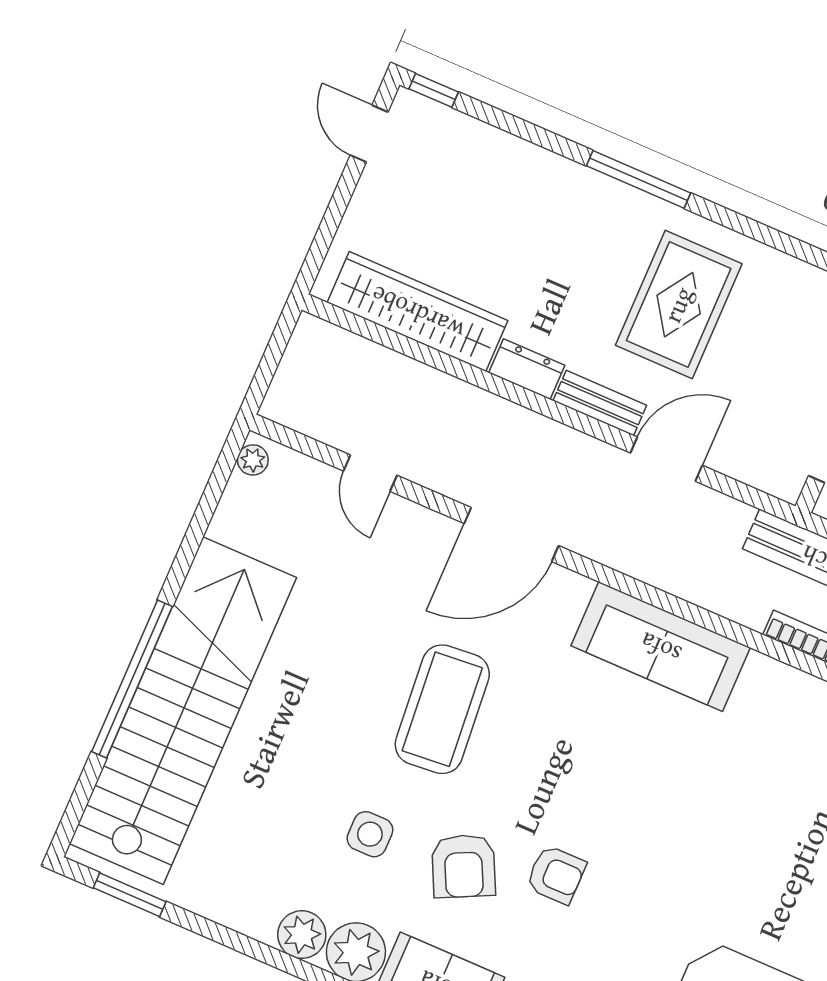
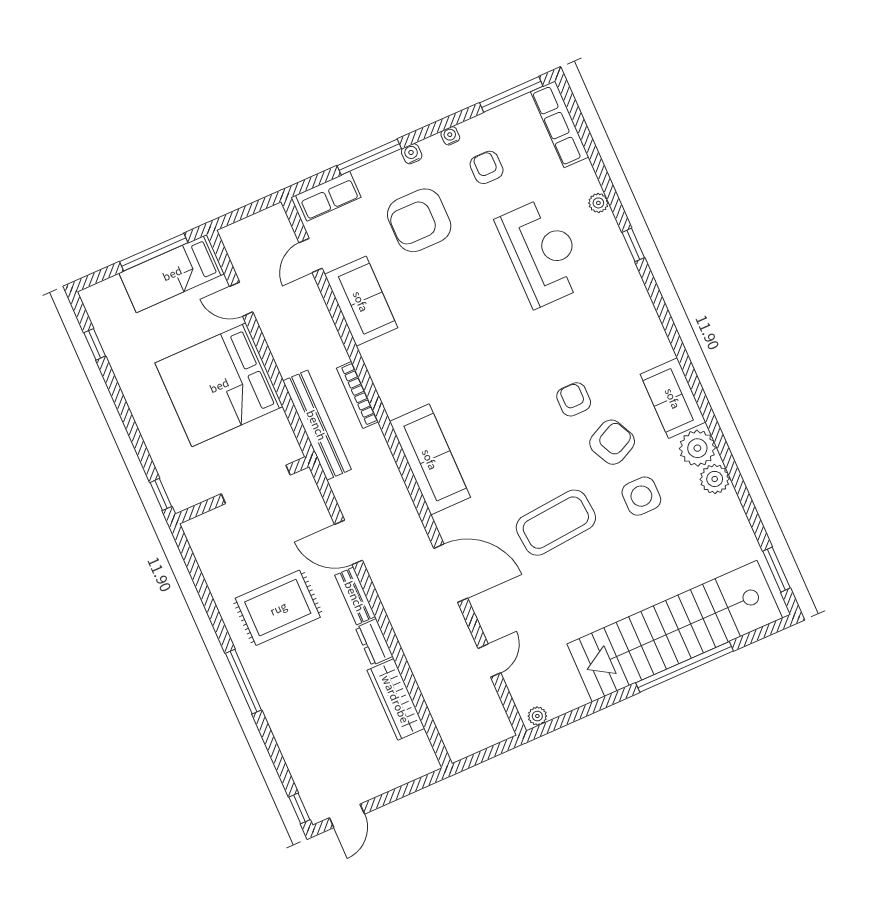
wardrobe: (418, 312) -> (396, 699), width x0.71, depth x0.85
side table: (370, 834) -> (641, 496), width x1.37, depth x1.37

